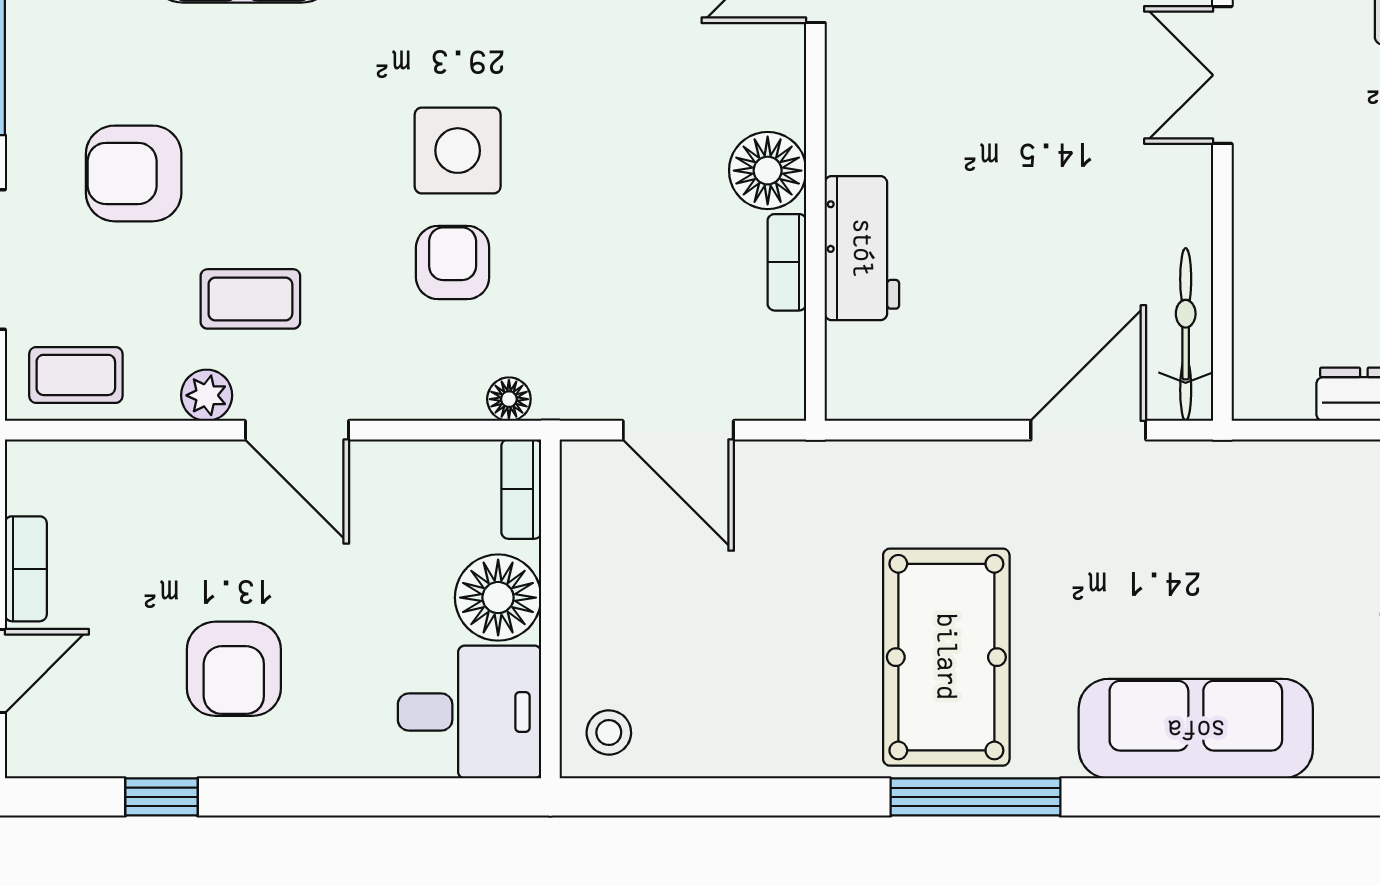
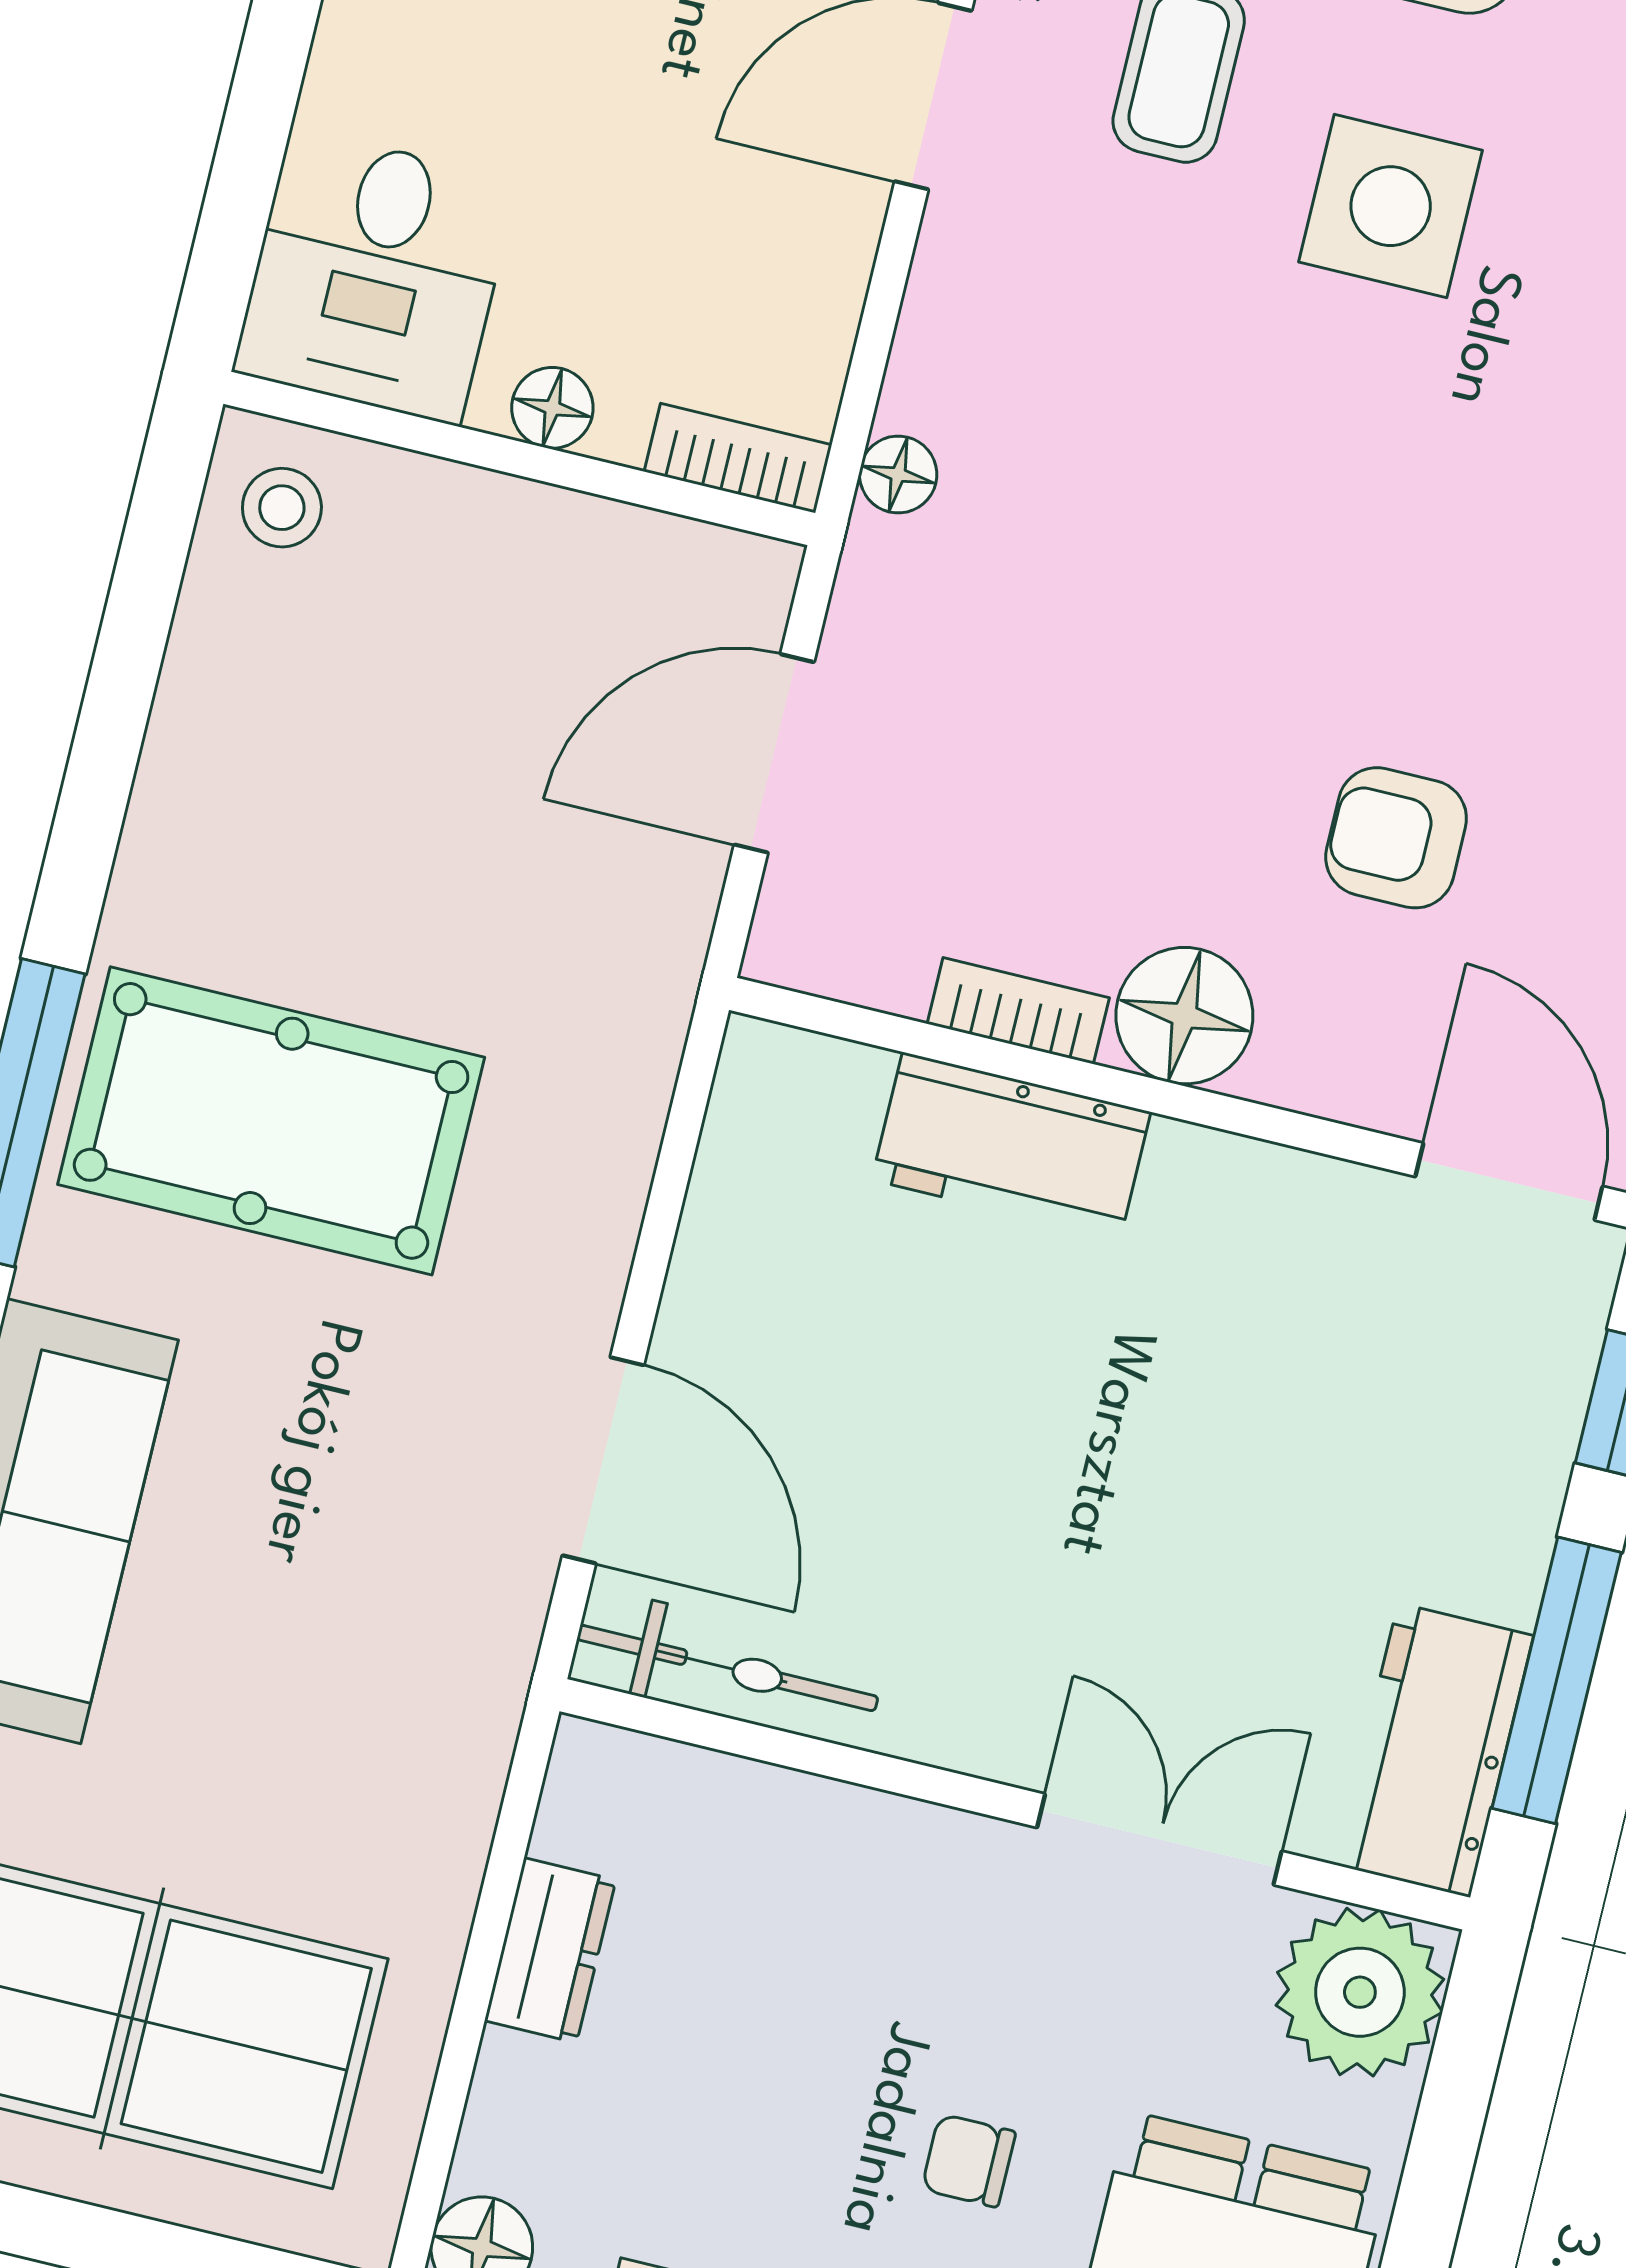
side table: (458, 151) -> (1391, 206), moved
armchair: (453, 262) -> (1396, 838), moved, turned 180
floor lamp: (498, 598) -> (552, 408), width x0.53, depth x0.53

